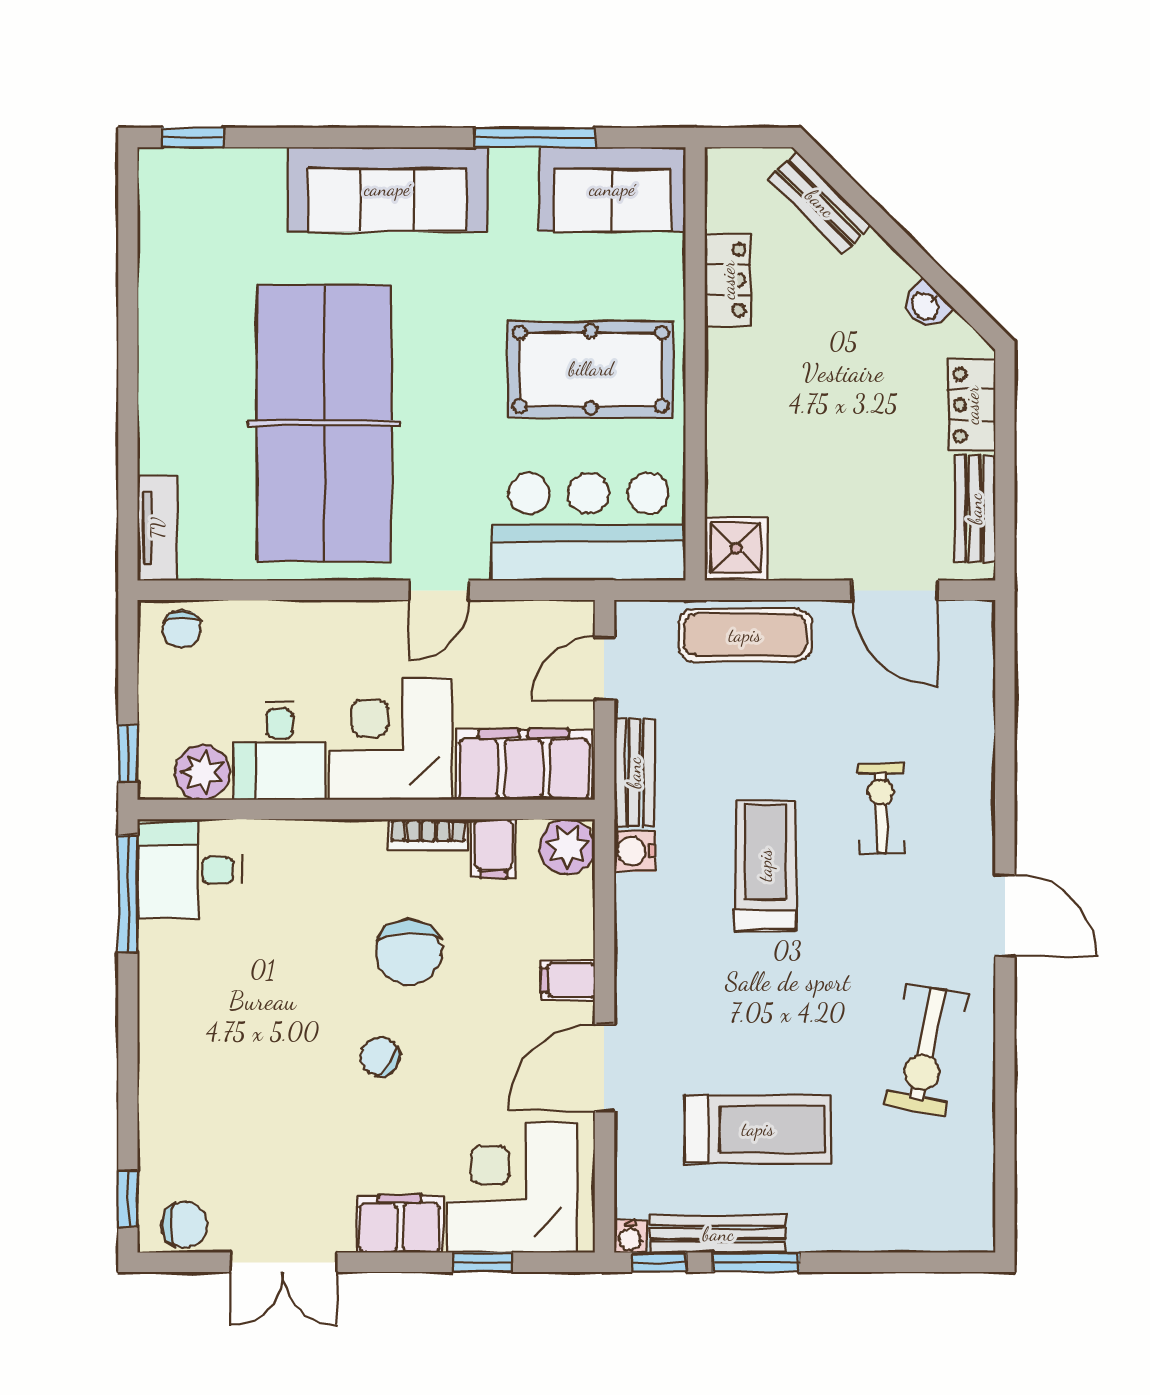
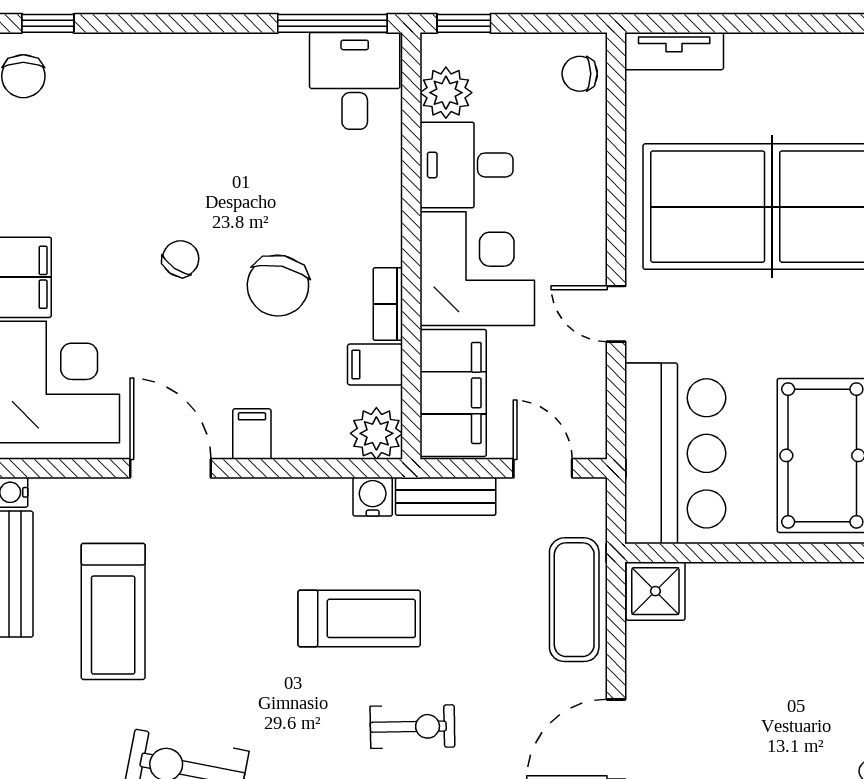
chair: (409, 952) -> (278, 286), turned -78

